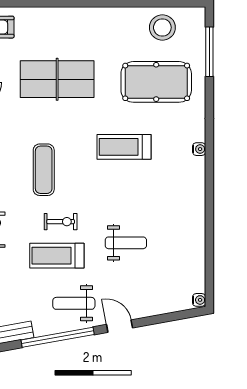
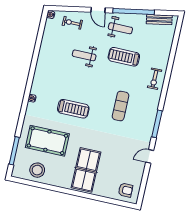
table tennis table: (57, 79) -> (86, 170), moved, turned 90
exercise bike: (61, 222) -> (72, 23), moved
treadmill: (57, 256) -> (124, 57), turned 180

